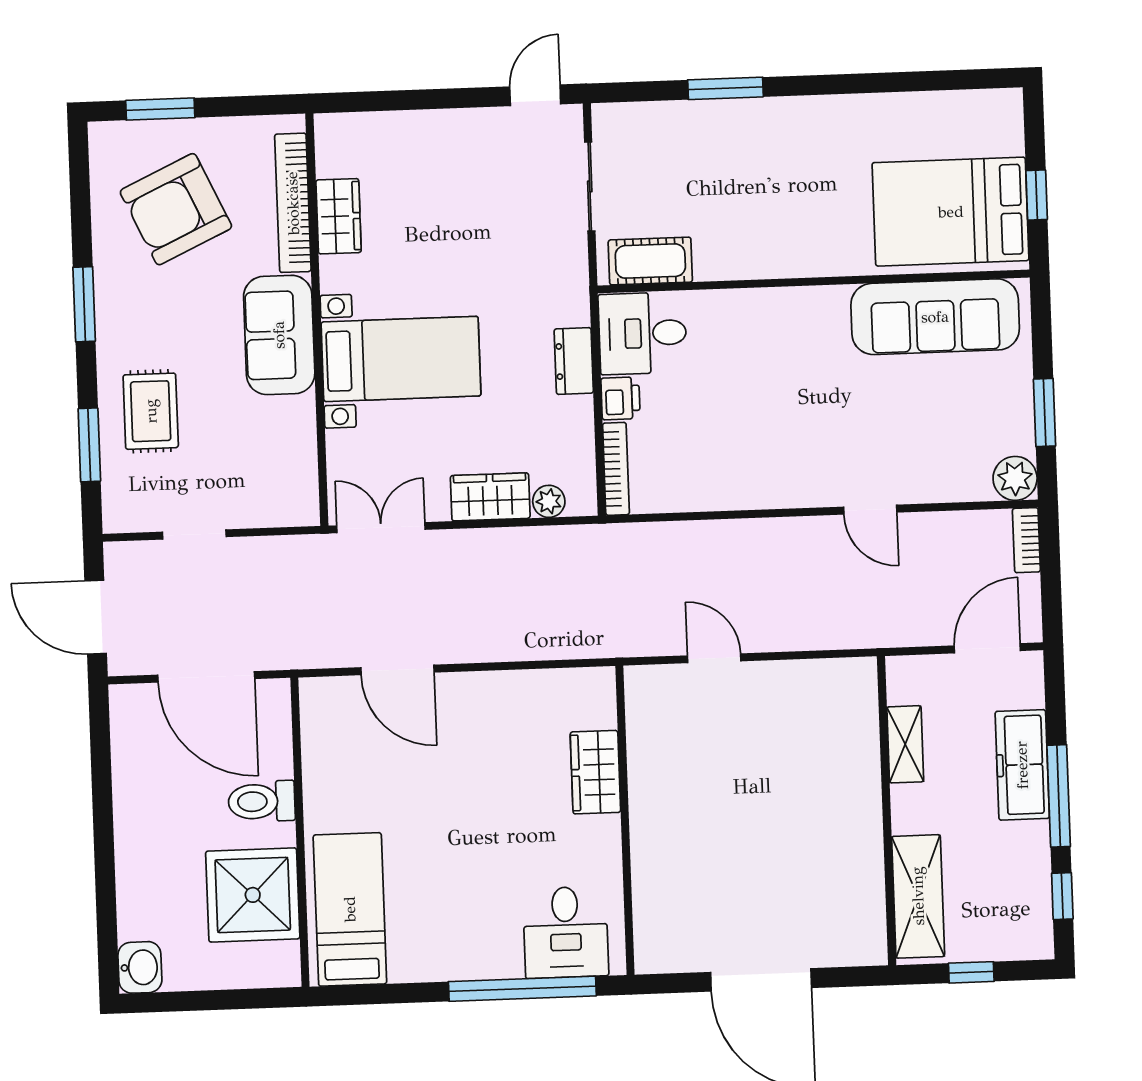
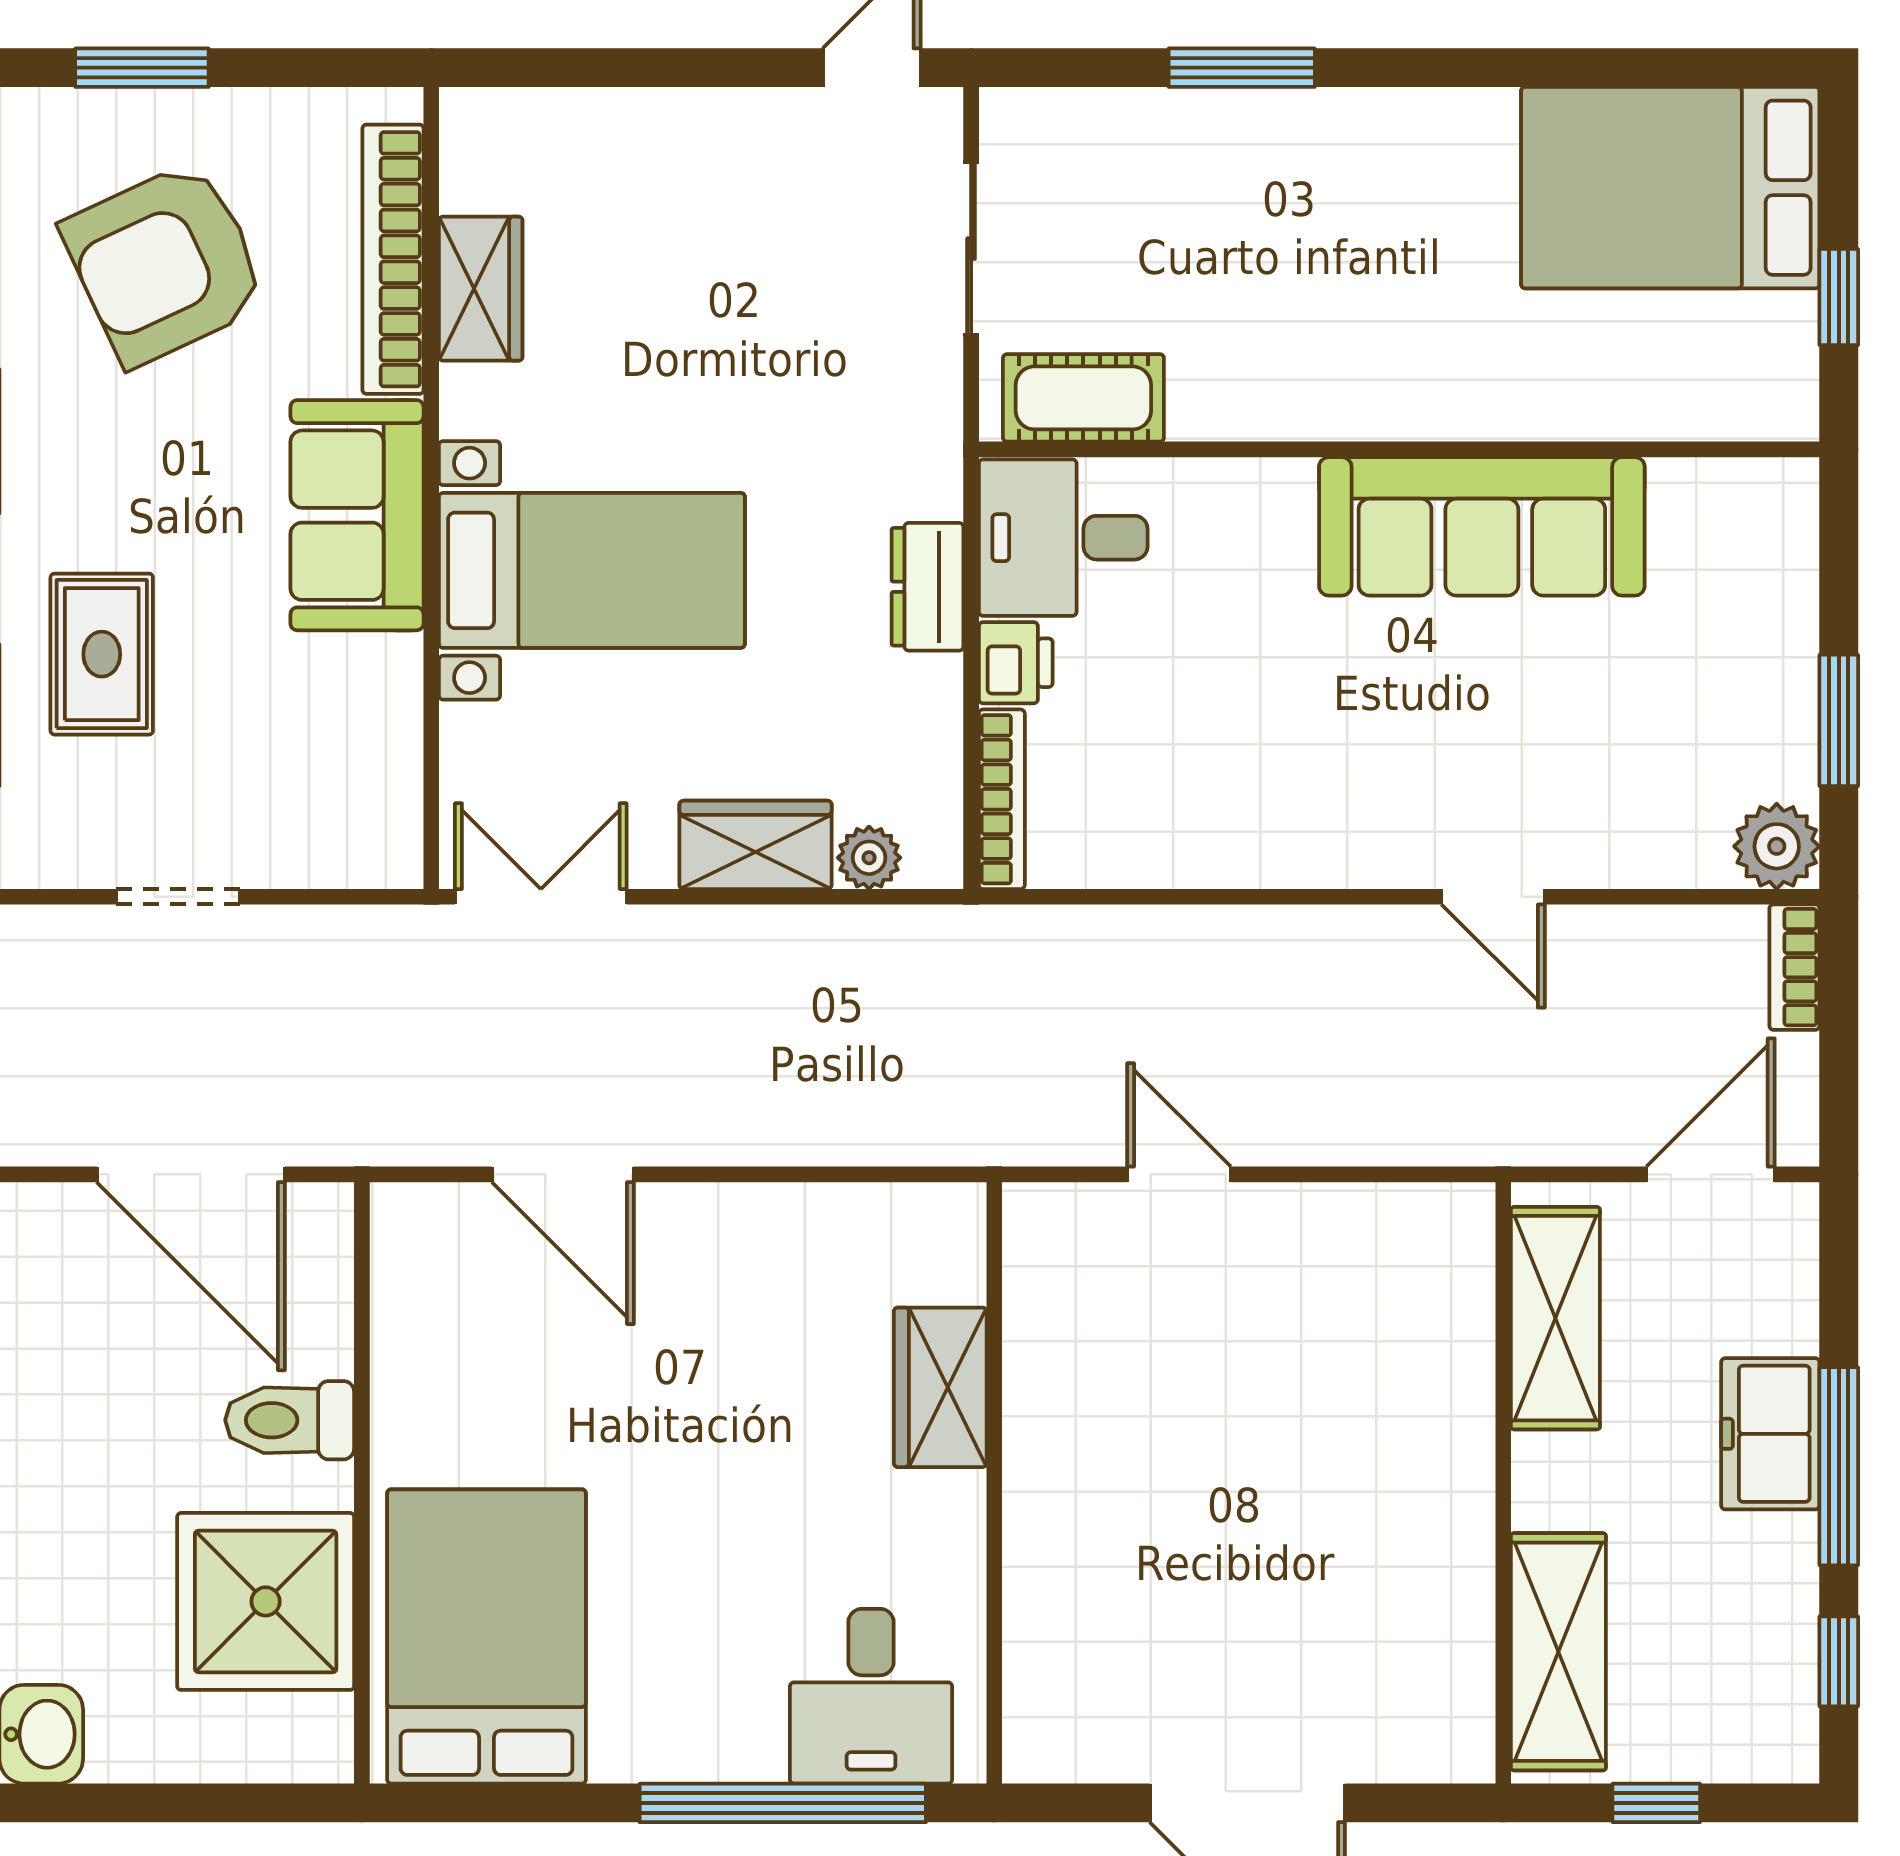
bed: (951, 212) -> (1670, 188), moved
sofa: (935, 317) -> (1482, 526), moved
shelving: (905, 744) -> (1555, 1318), width x1.50, depth x1.33
freezer: (1022, 765) -> (1770, 1434), width x0.71
bed: (350, 909) -> (487, 1636), width x1.50

